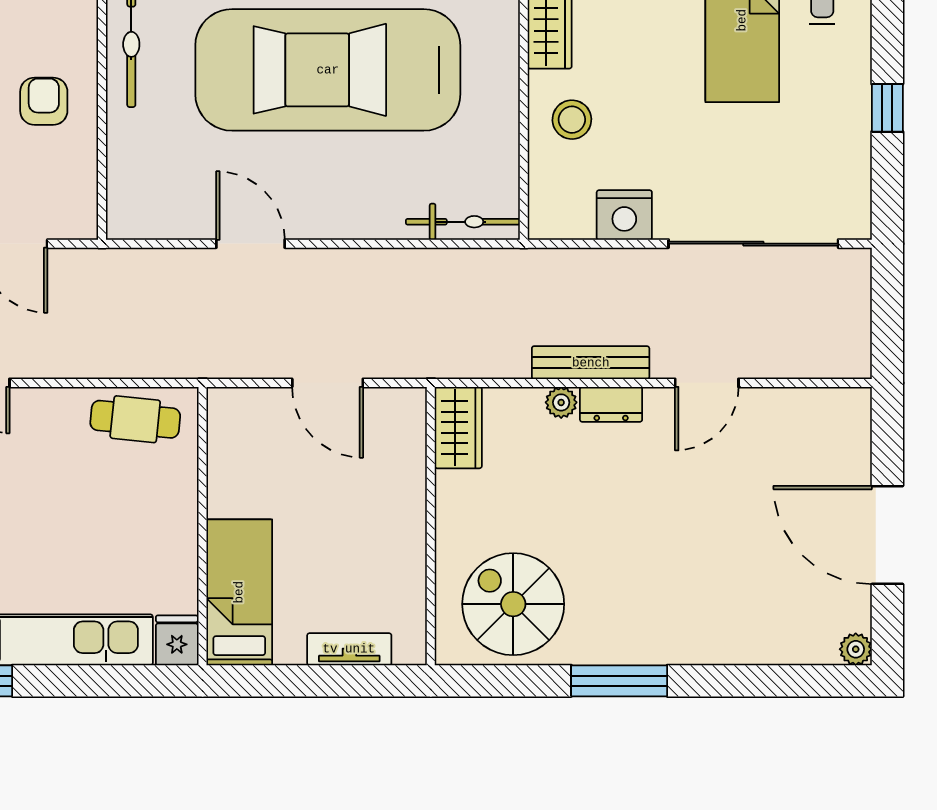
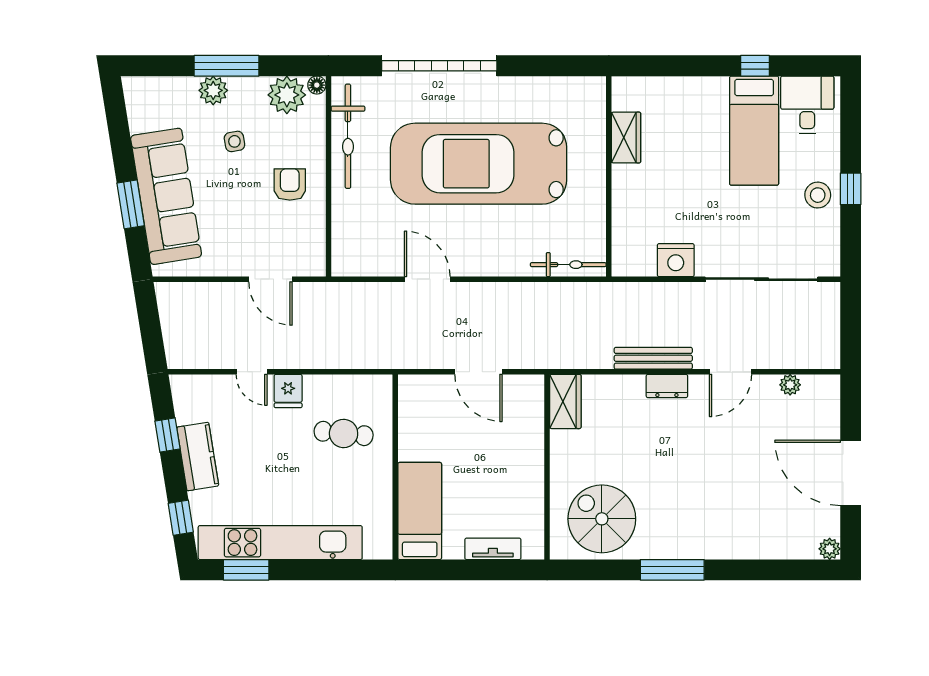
stool: (572, 120) -> (818, 195), moved
plant: (561, 402) -> (790, 385), moved
cafe table: (135, 419) -> (344, 433), moved
fridge: (177, 640) -> (288, 391), moved, turned 180

